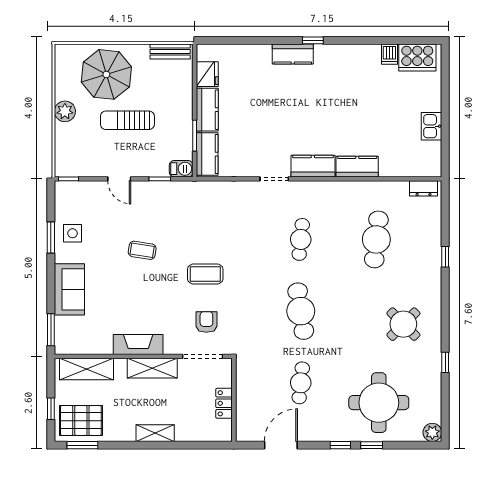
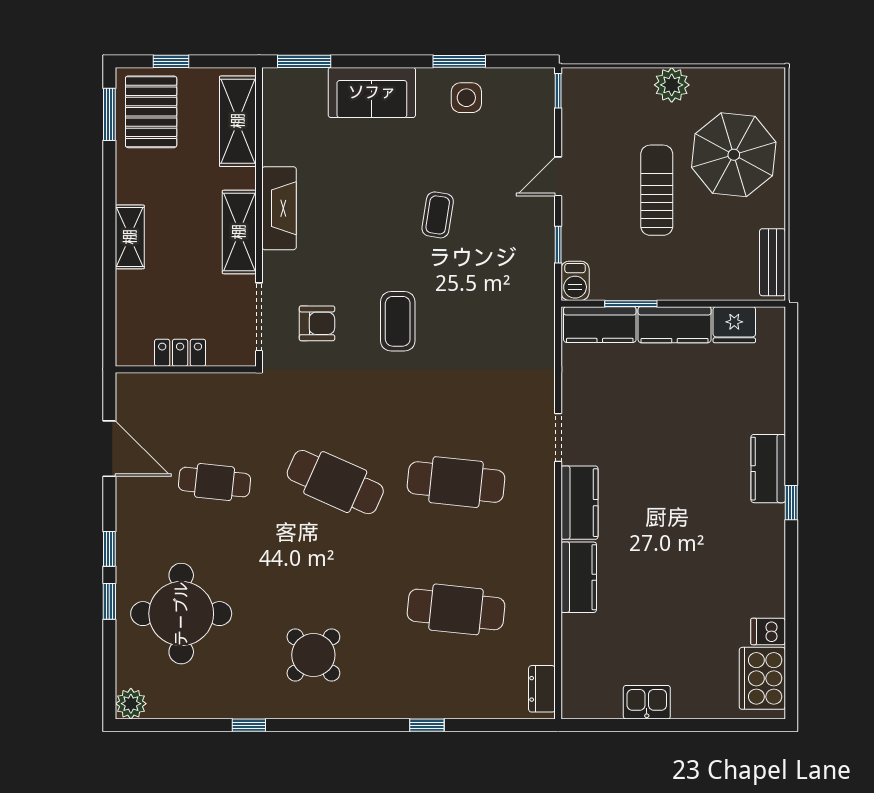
cafe table: (301, 239) -> (456, 482), width x1.37, depth x1.35
cafe table: (301, 311) -> (335, 482), turned 33

